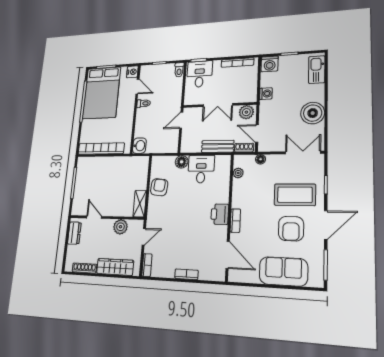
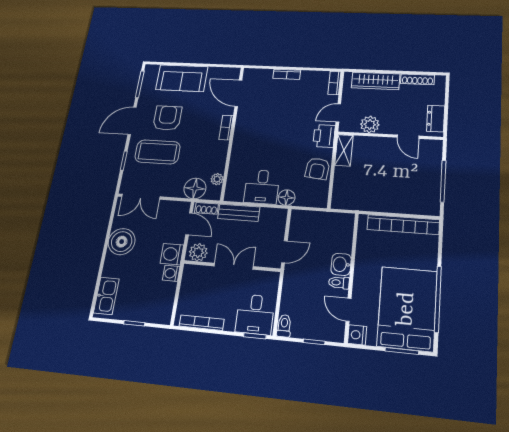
washing machine: (270, 64) -> (172, 254), moved, turned -90
washbasin: (139, 146) -> (341, 264), moved
floor lamp: (261, 159) -> (195, 188), width x1.89, depth x1.89
printer: (220, 214) -> (324, 136), moved, turned 180

